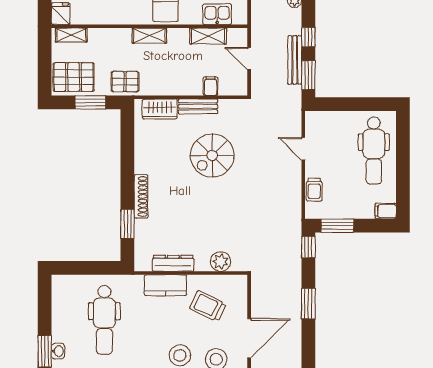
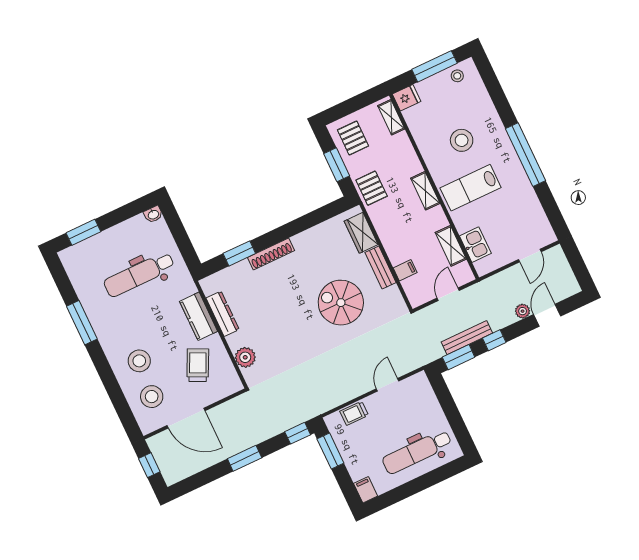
pallet: (74, 77) -> (353, 138), width x0.67, depth x0.71
washbasin: (58, 351) -> (153, 214), moved

